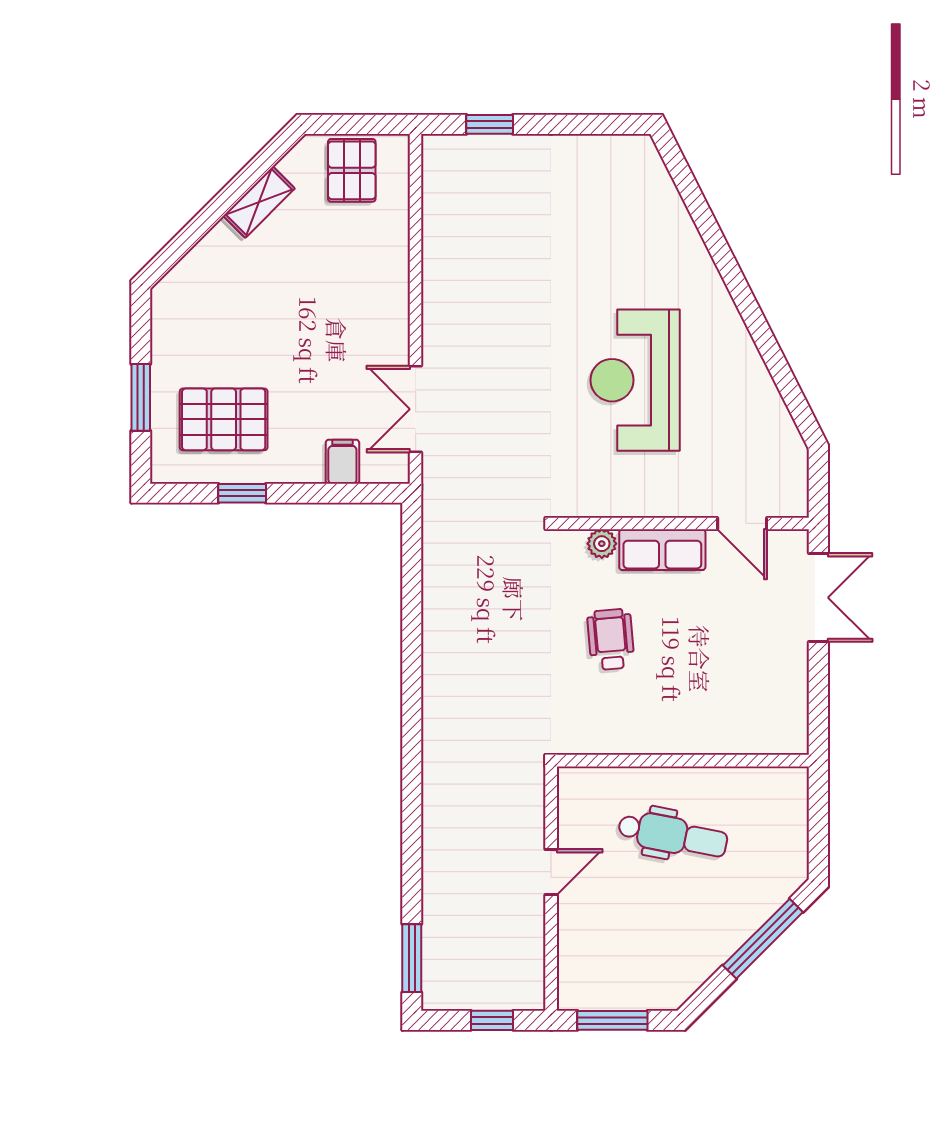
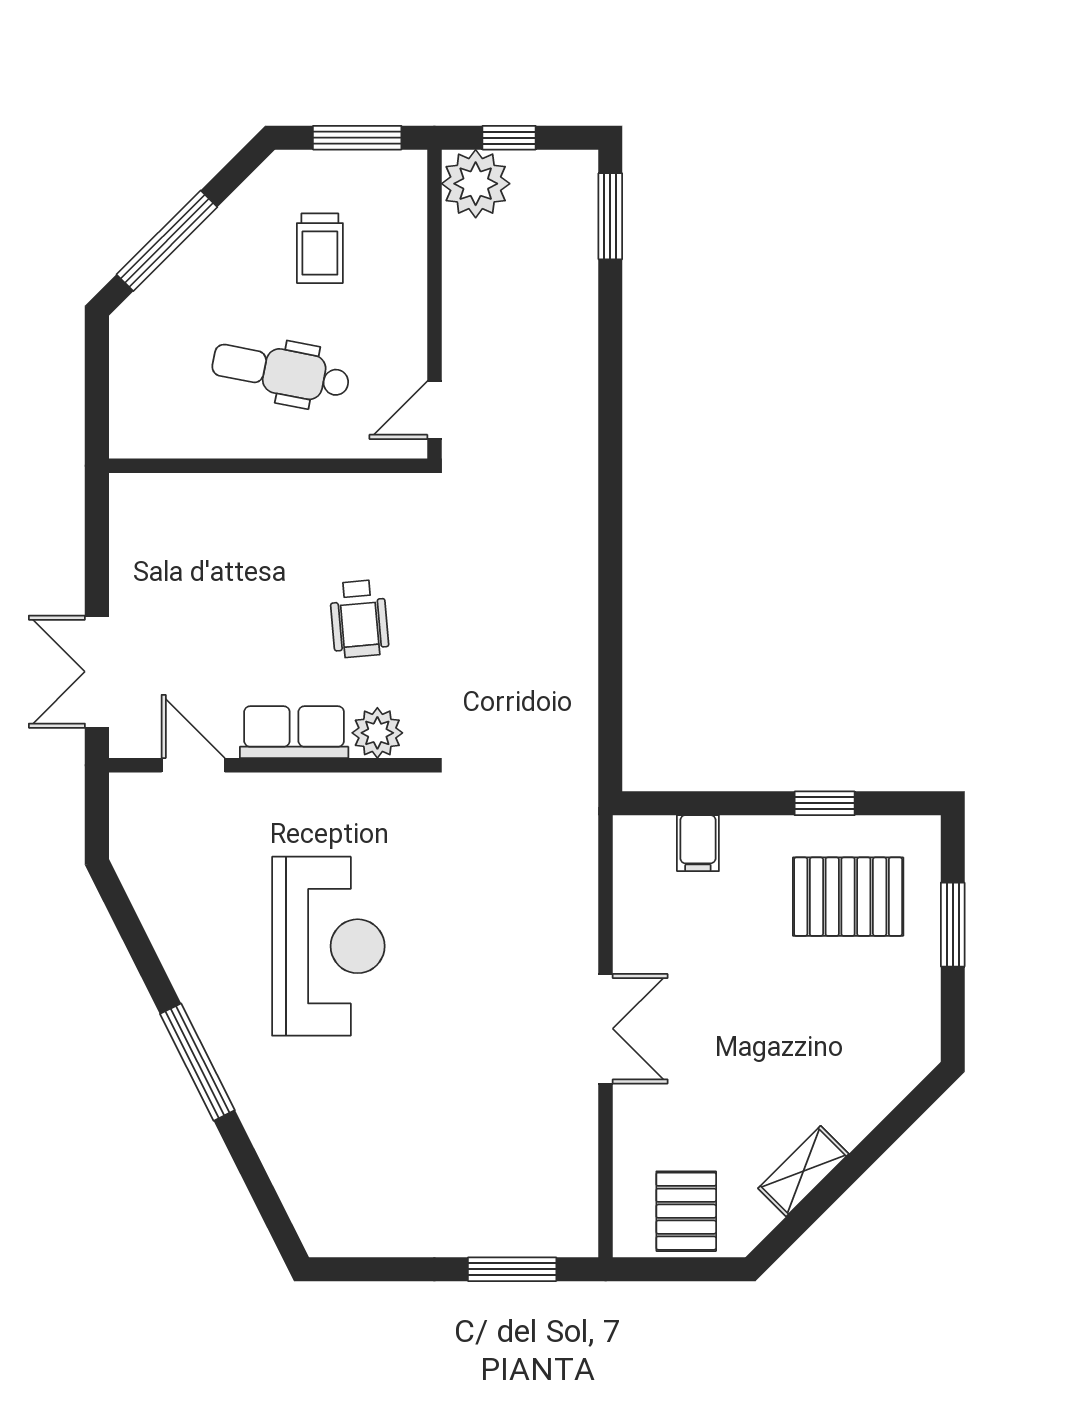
window: (490, 124) -> (512, 1269), width x1.50
window: (739, 288) -> (197, 1062), added
double door: (416, 409) -> (606, 1029), moved
plant: (602, 544) -> (377, 733), width x1.38, depth x1.38
door: (551, 872) -> (434, 410), moved
trolley: (642, 933) -> (320, 248), added
plant: (518, 984) -> (476, 184), added

